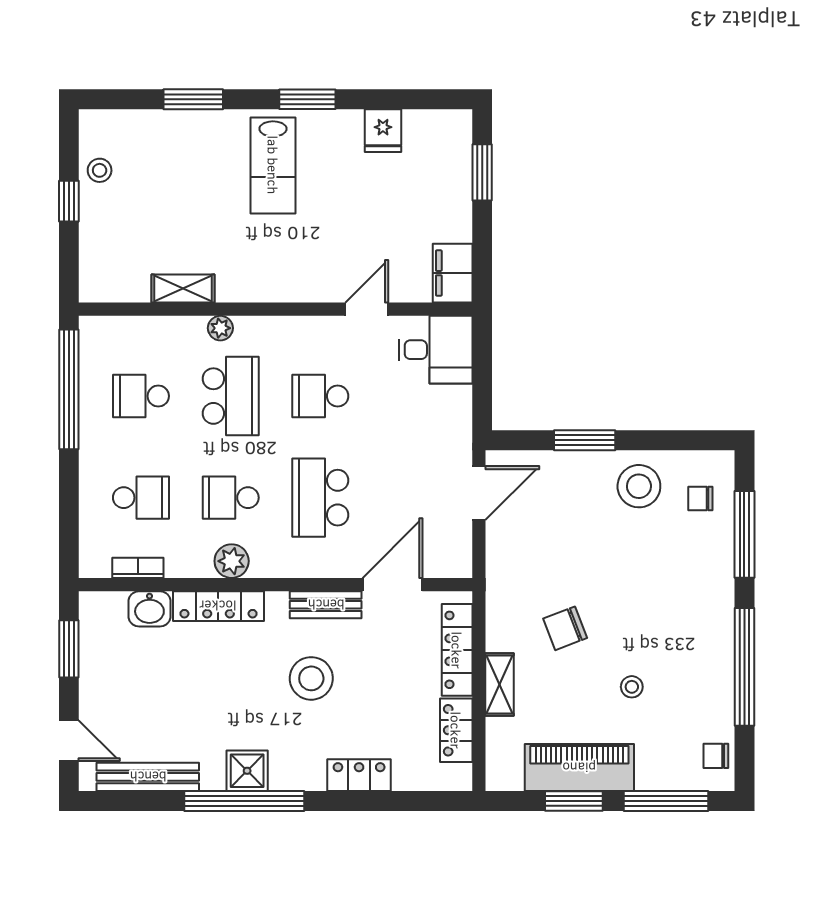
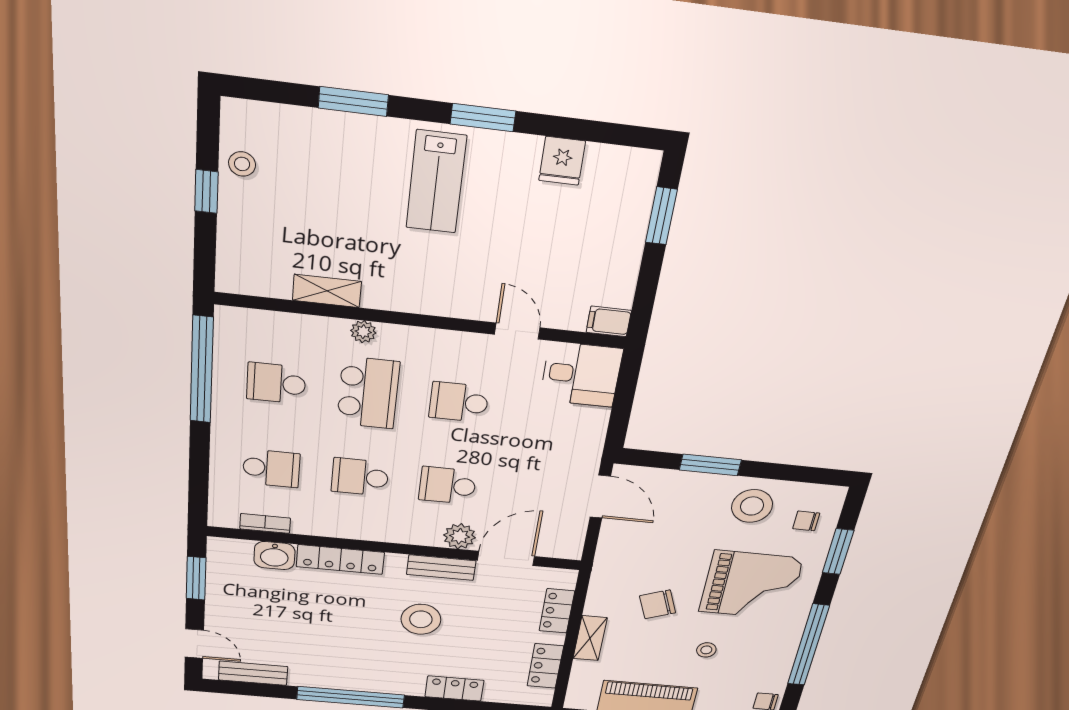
filing cabinet: (453, 273) -> (609, 321), width x0.50
door: (367, 309) -> (517, 331), hinge flipped
door: (479, 493) -> (600, 497), hinge flipped
school desk: (320, 498) -> (448, 485), width x0.54
window: (744, 534) -> (838, 552), width x0.69
plant: (232, 561) -> (460, 536), moved
grand piano: (661, 590) -> (751, 585), added
locker: (457, 650) -> (557, 611), width x0.66
shower: (247, 771) -> (355, 677), removed
bench: (148, 777) -> (253, 673), width x0.73

